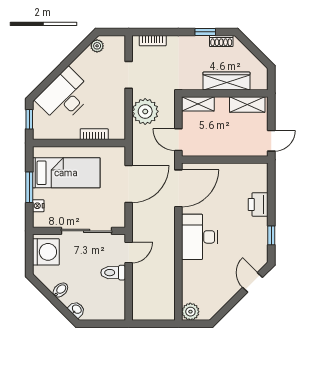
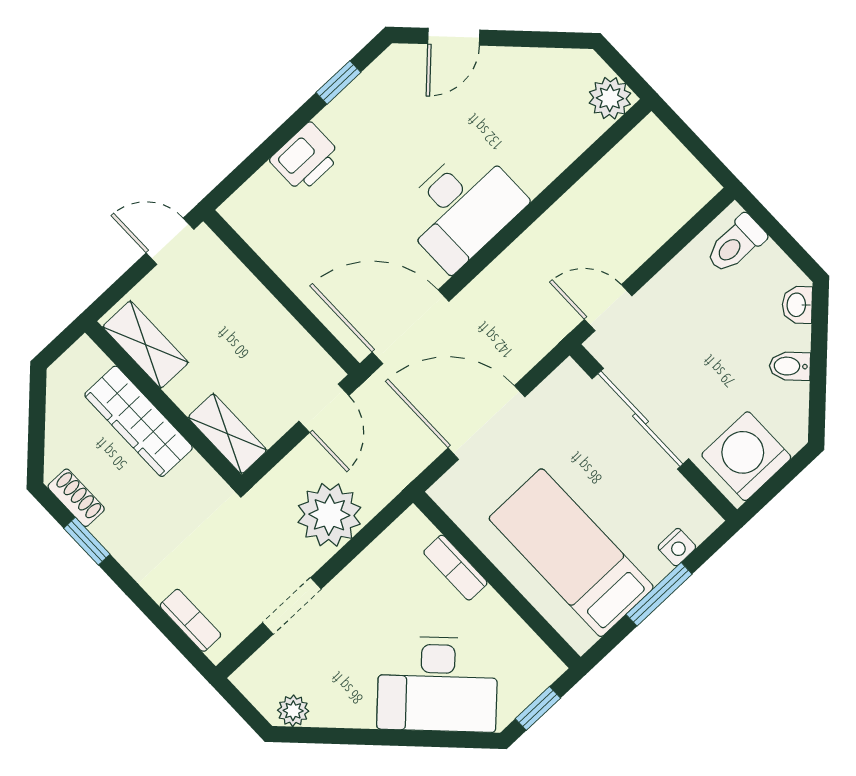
toilet: (113, 273) -> (736, 244), moved, turned 90

